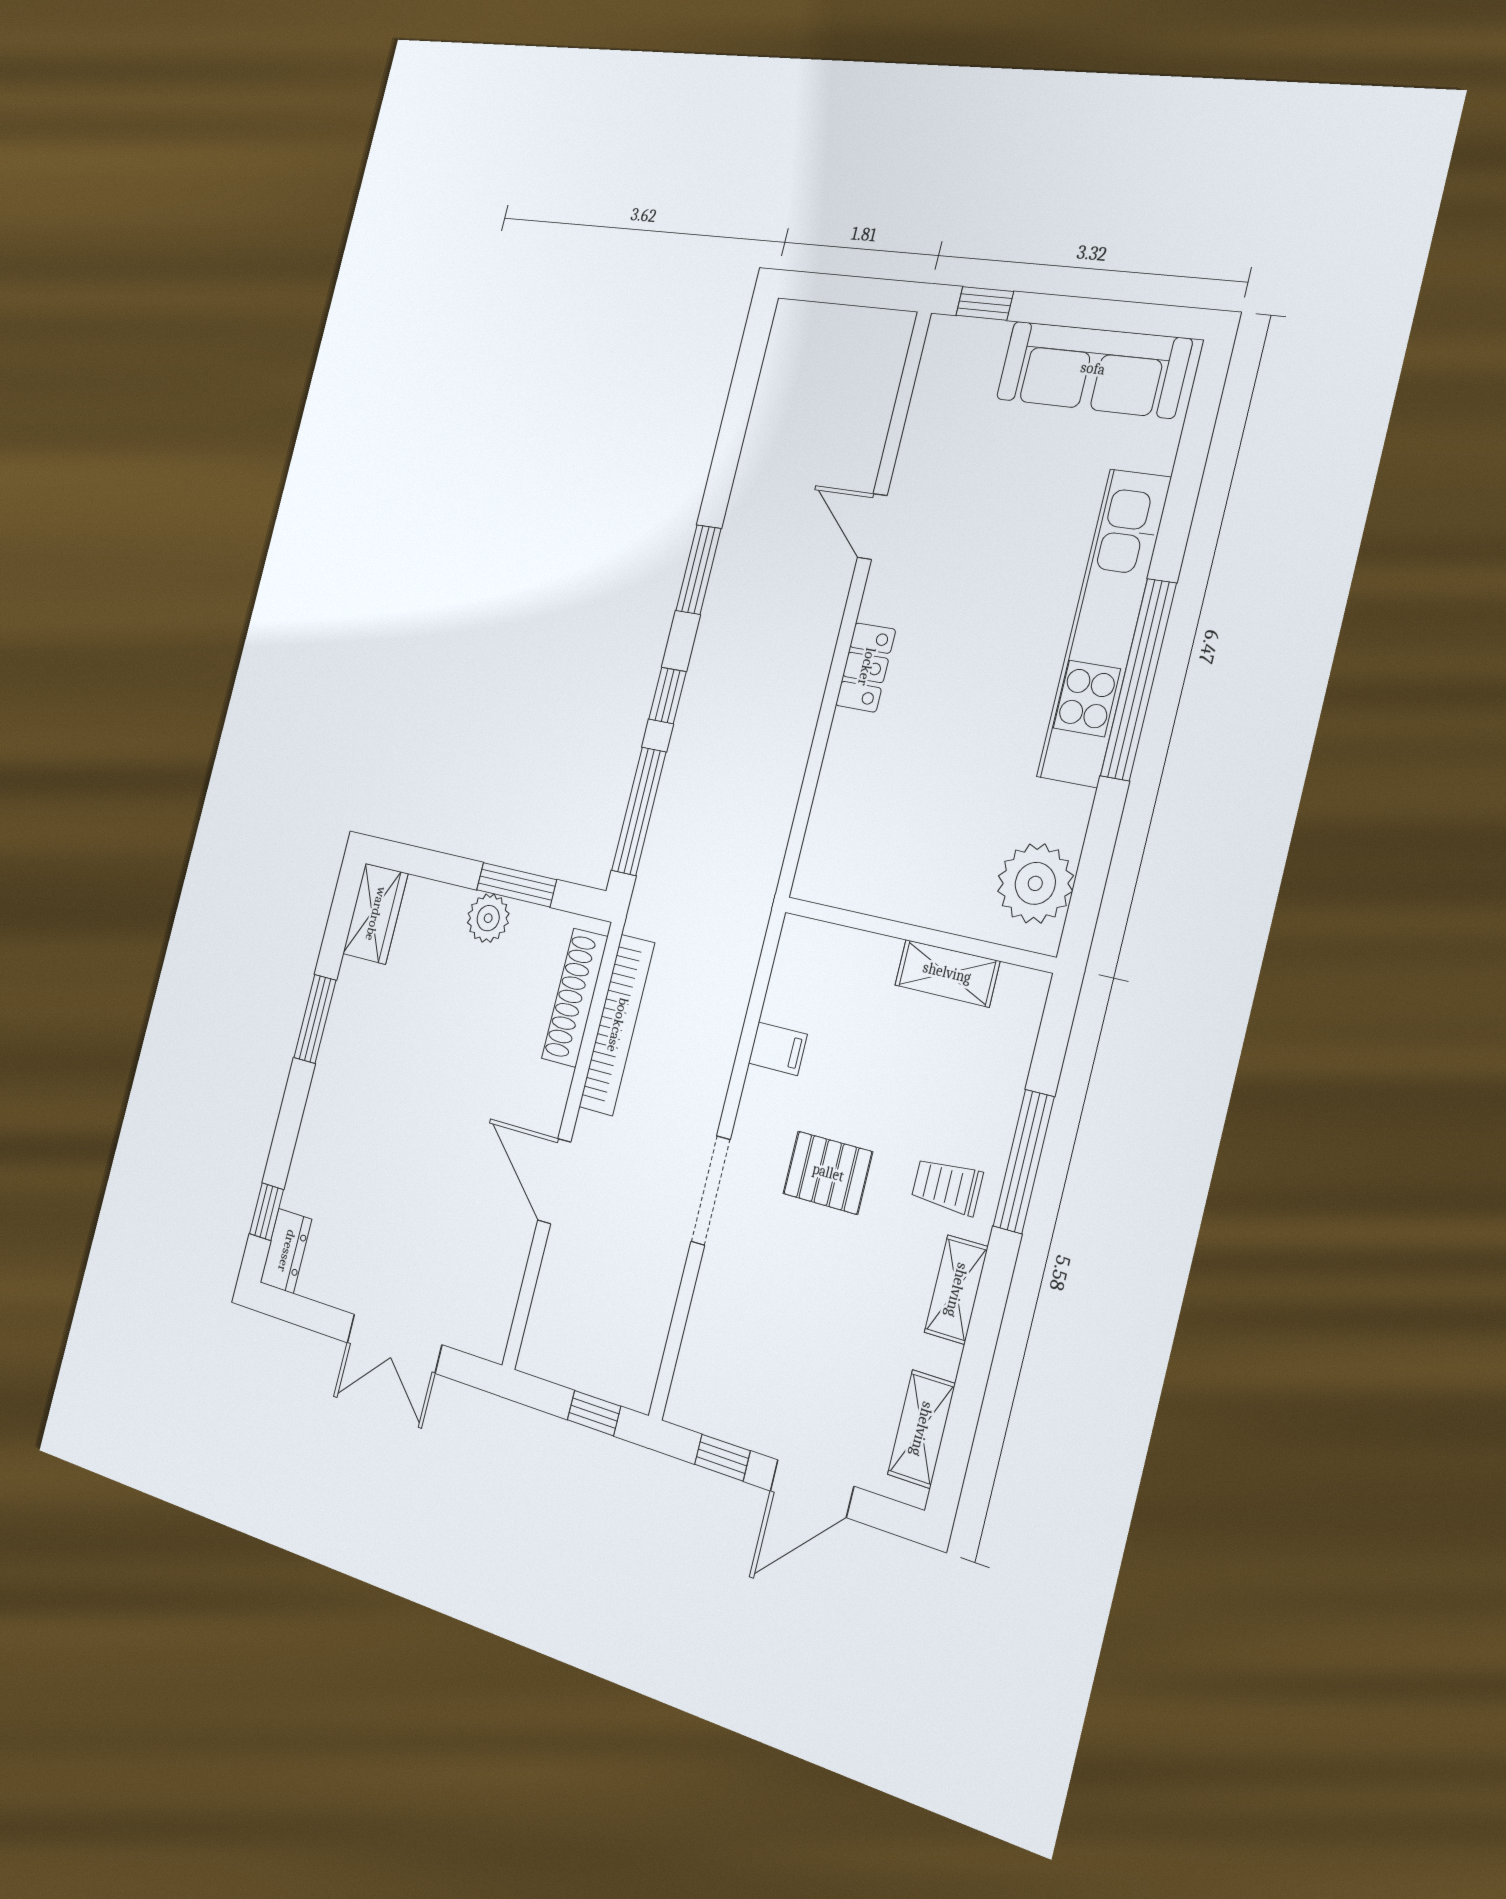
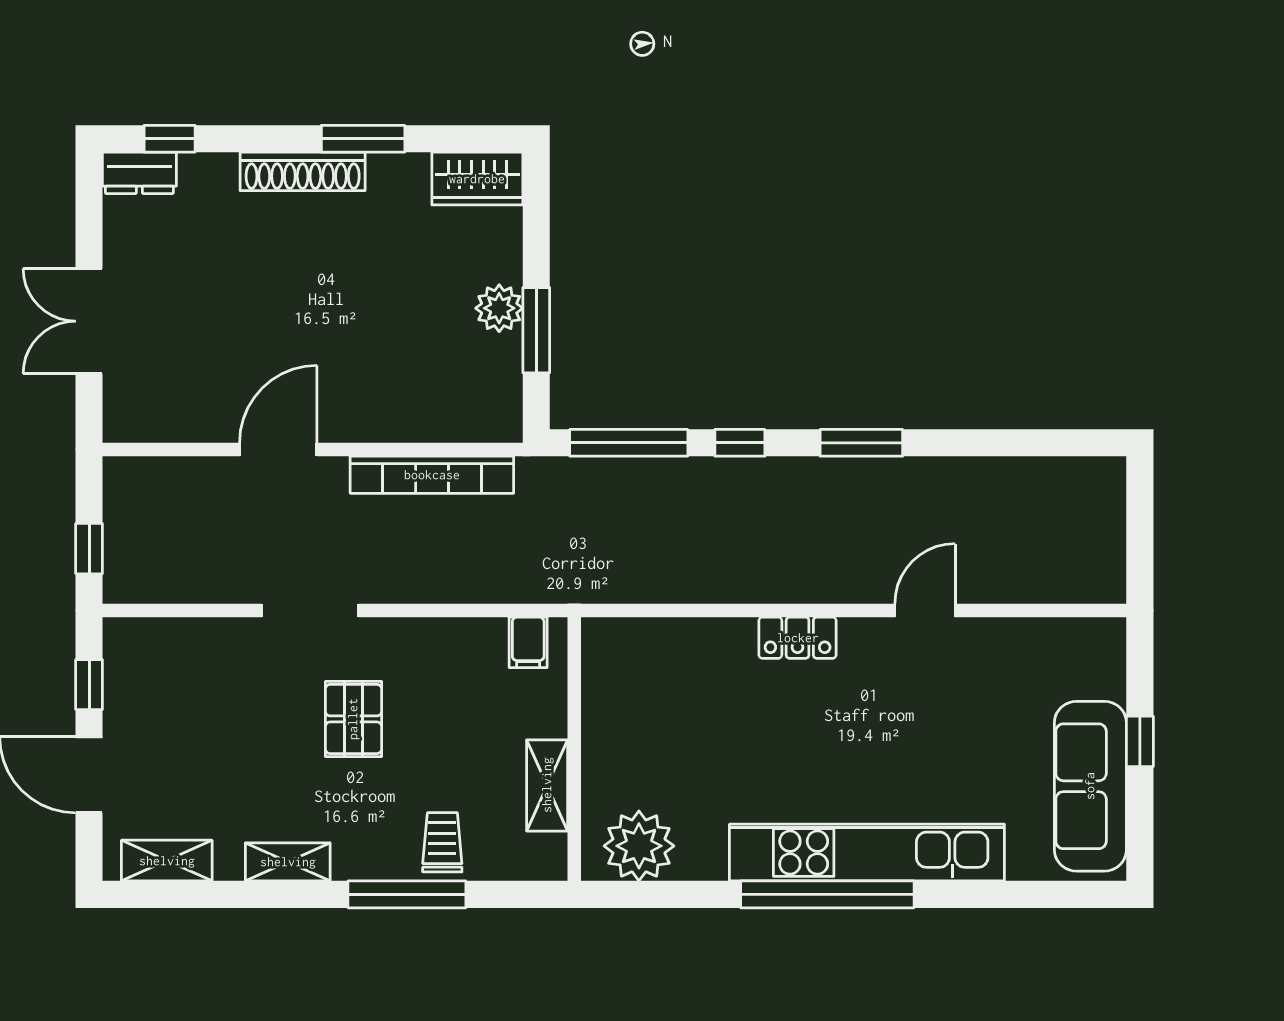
window: (985, 303) -> (1140, 741), moved
shoe rack: (575, 998) -> (303, 171), moved, turned 180
filing cabinet: (778, 1049) -> (528, 642), moved
trolley: (947, 1186) -> (442, 842), moved

